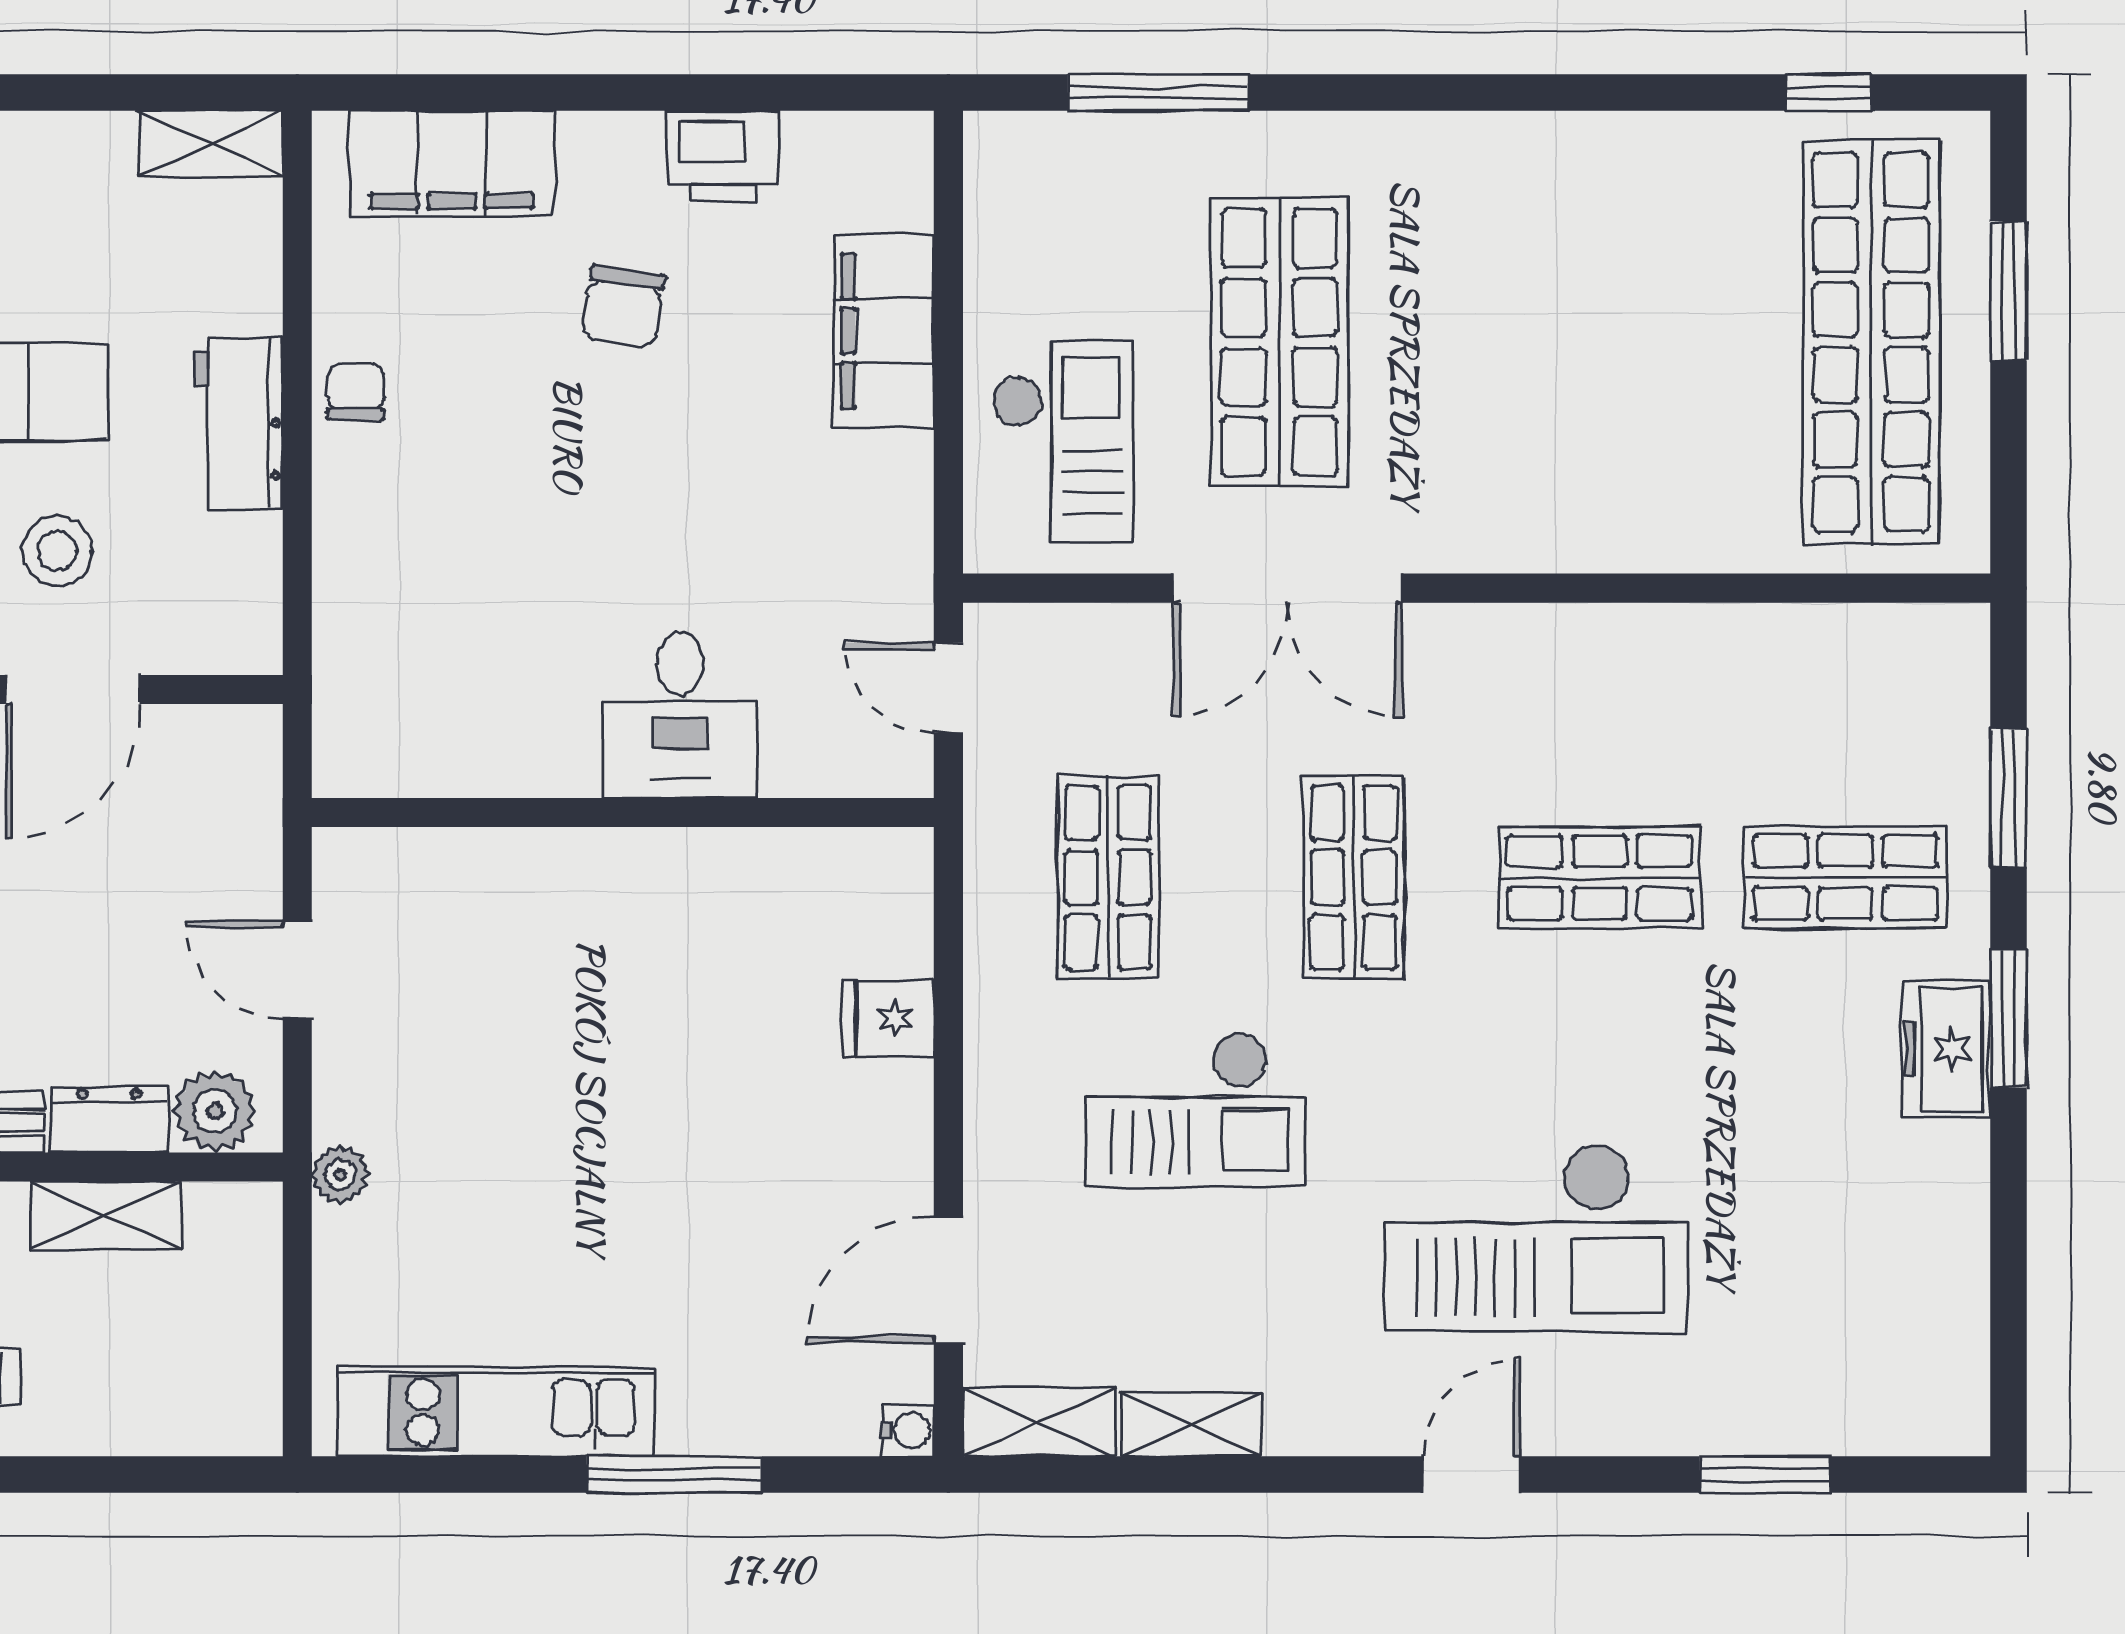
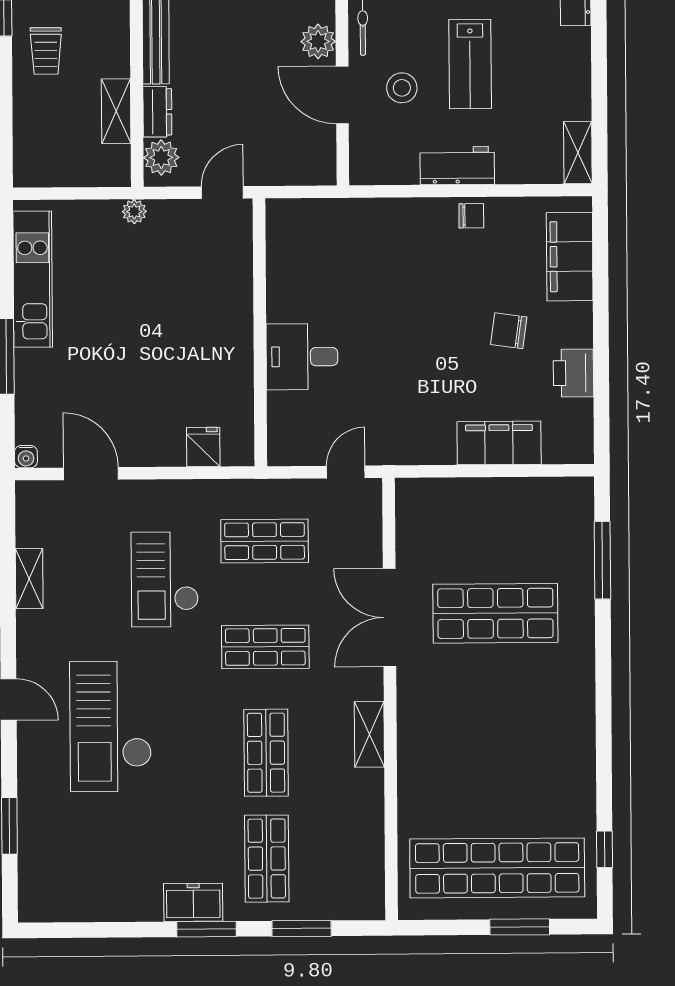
checkout: (1062, 442) -> (452, 520), removed
desk: (680, 715) -> (302, 357), moved
wall: (623, 812) -> (260, 332), moved
shelving: (1039, 1422) -> (369, 734), moved

